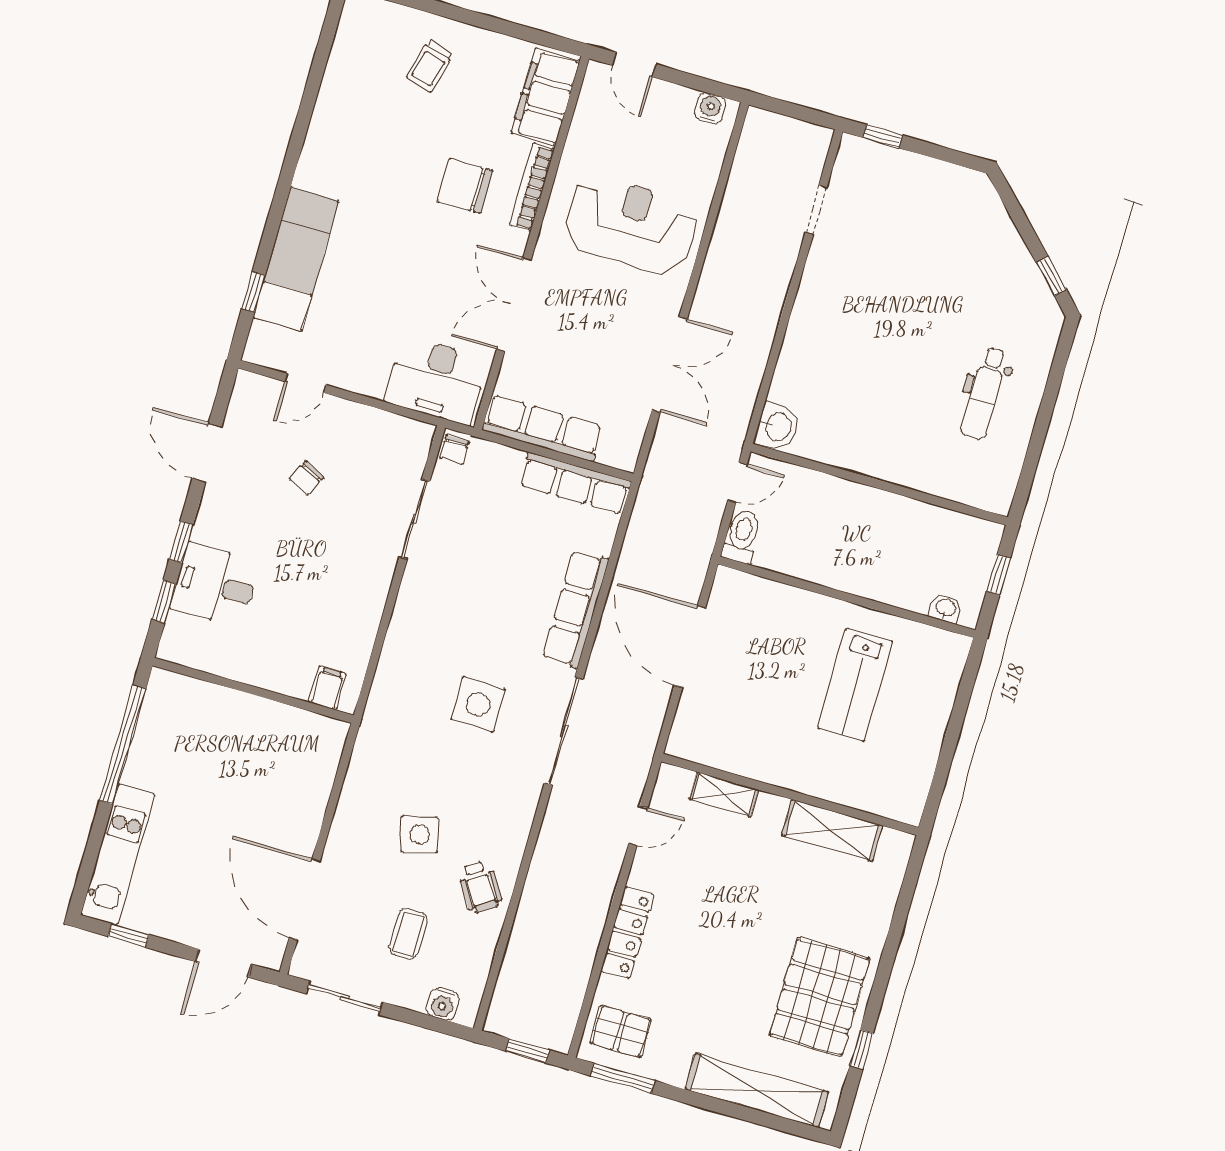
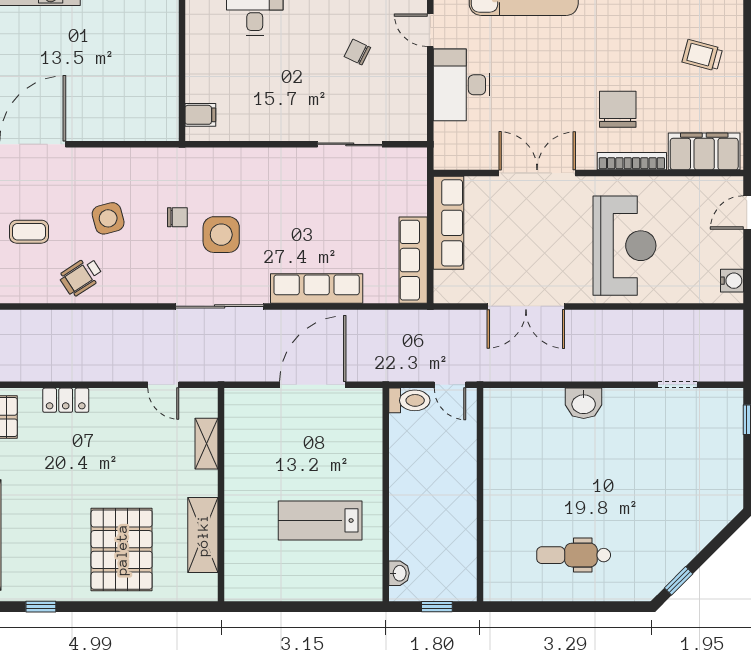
desk: (437, 380) -> (462, 85), moved
washbasin: (777, 427) -> (584, 403), moved
chair: (455, 450) -> (177, 217), moved, turned 180
locker: (627, 933) -> (66, 400), width x0.66
pallet: (820, 997) -> (122, 550), moved, turned 90

